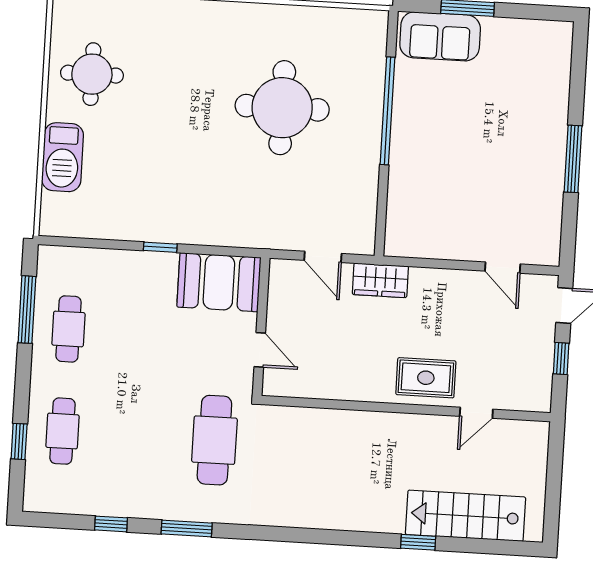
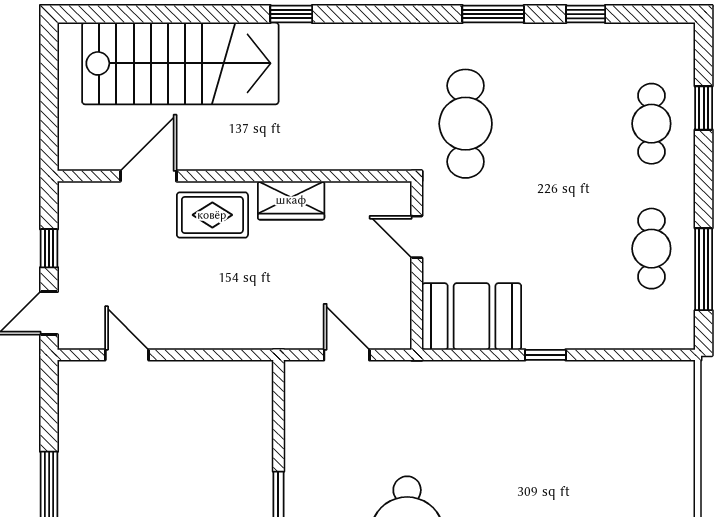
barbecue: (63, 157) -> (671, 458), removed
wardrobe: (380, 280) -> (291, 200), moved, turned 180
door: (476, 413) -> (148, 176), width x1.38
stairs: (465, 516) -> (180, 63), width x1.36, depth x1.51
window: (418, 542) -> (291, 14), moved

